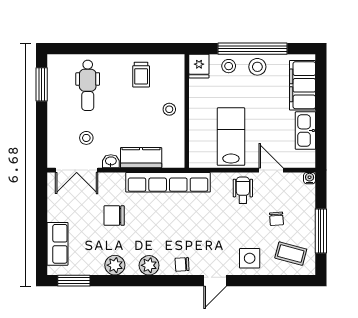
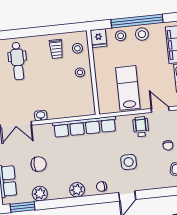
stool: (86, 138) -> (77, 48), moved
kitchen counter: (141, 158) -> (63, 111), removed
chair: (114, 216) -> (39, 164), moved, turned 180
side table: (250, 258) -> (129, 162), moved
plant: (115, 265) -> (40, 194), moved

